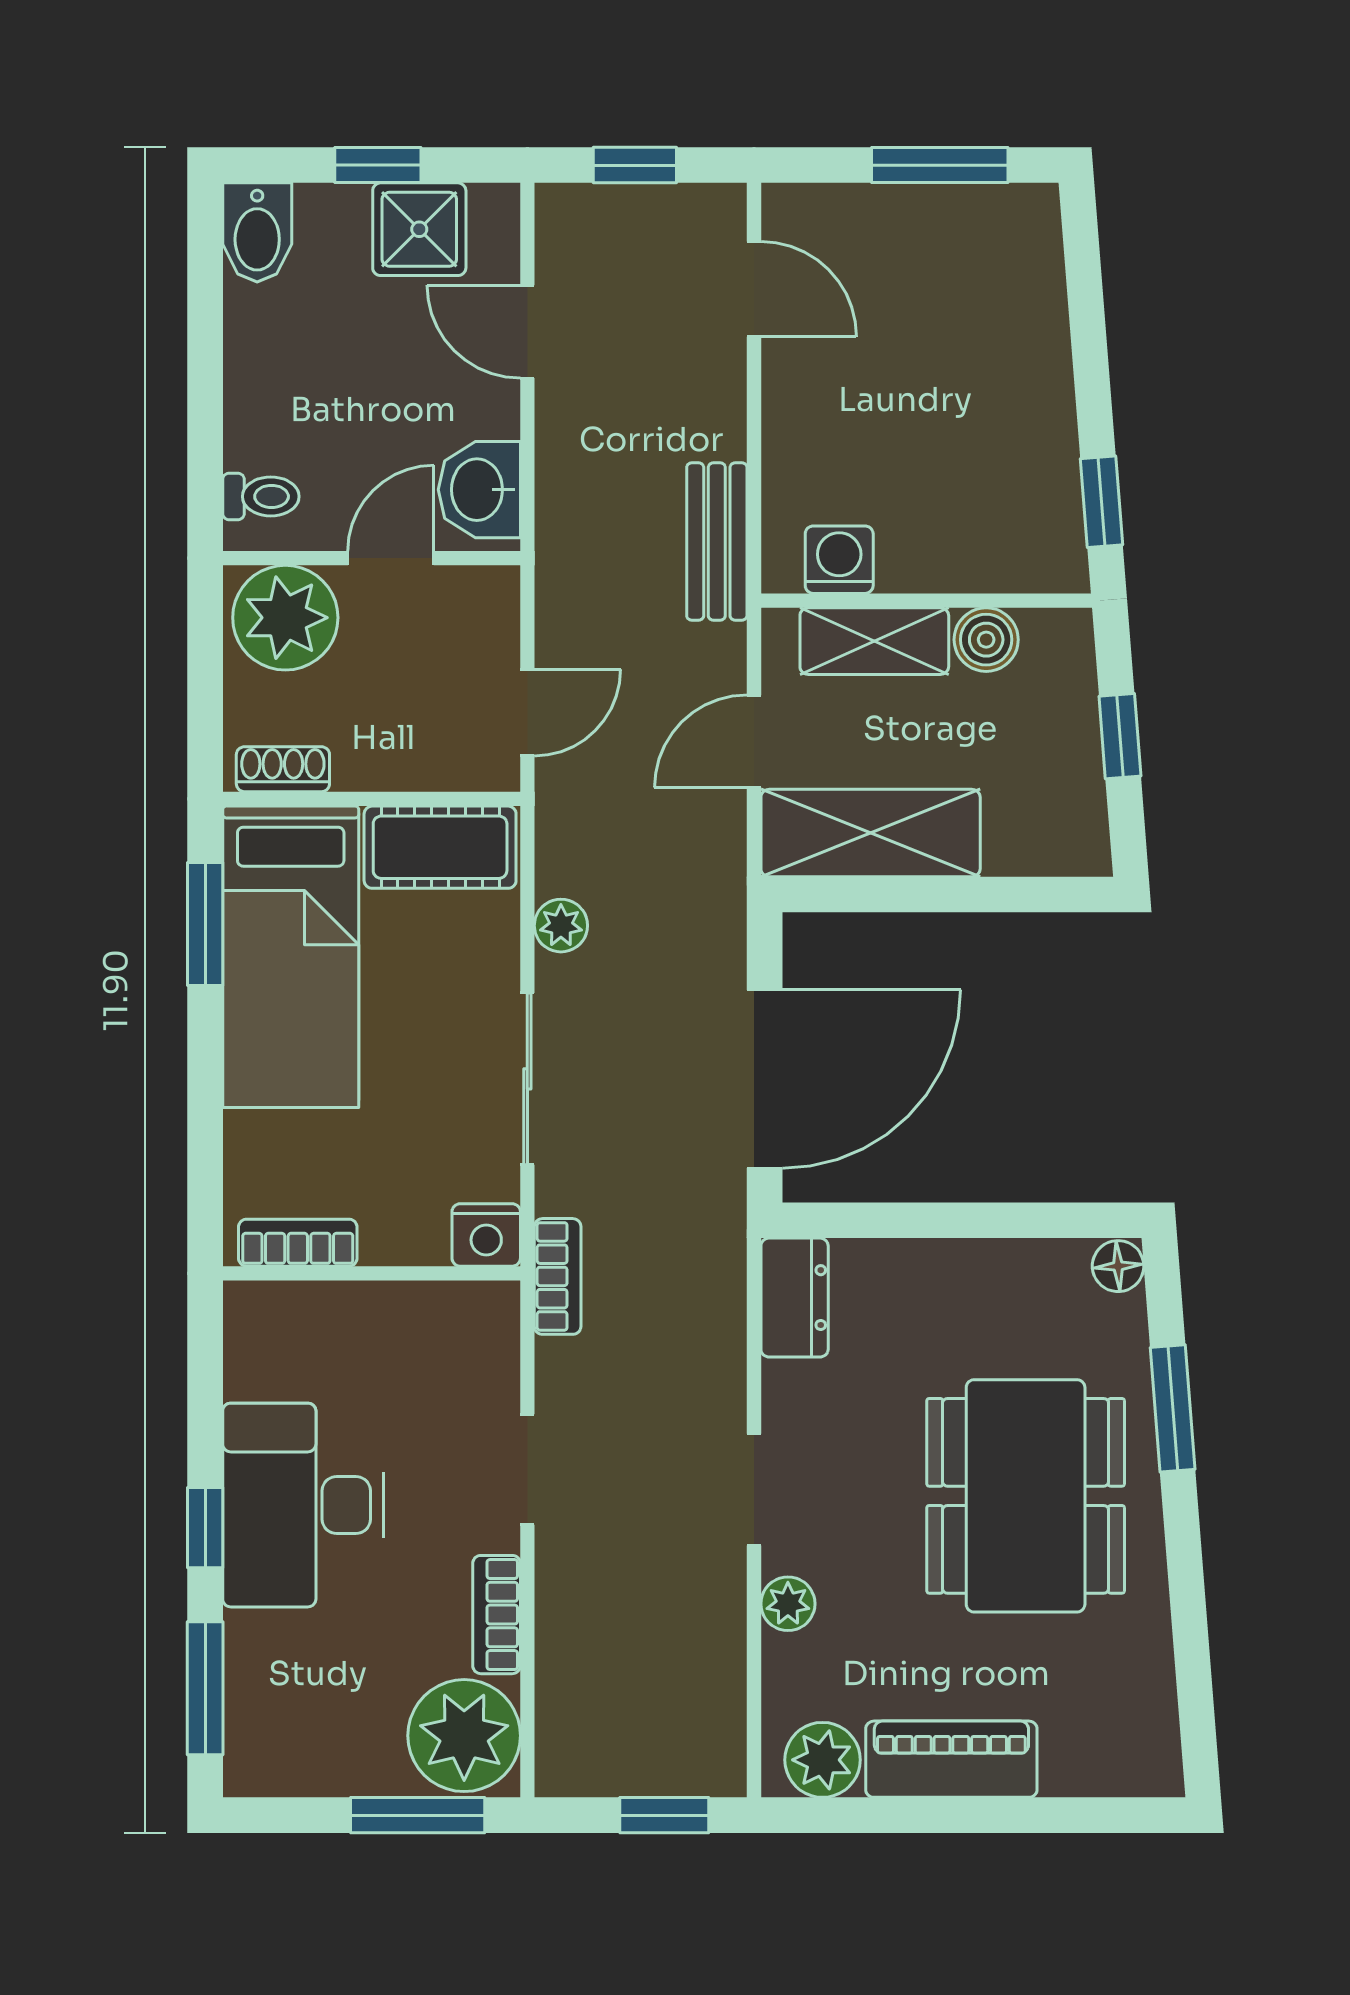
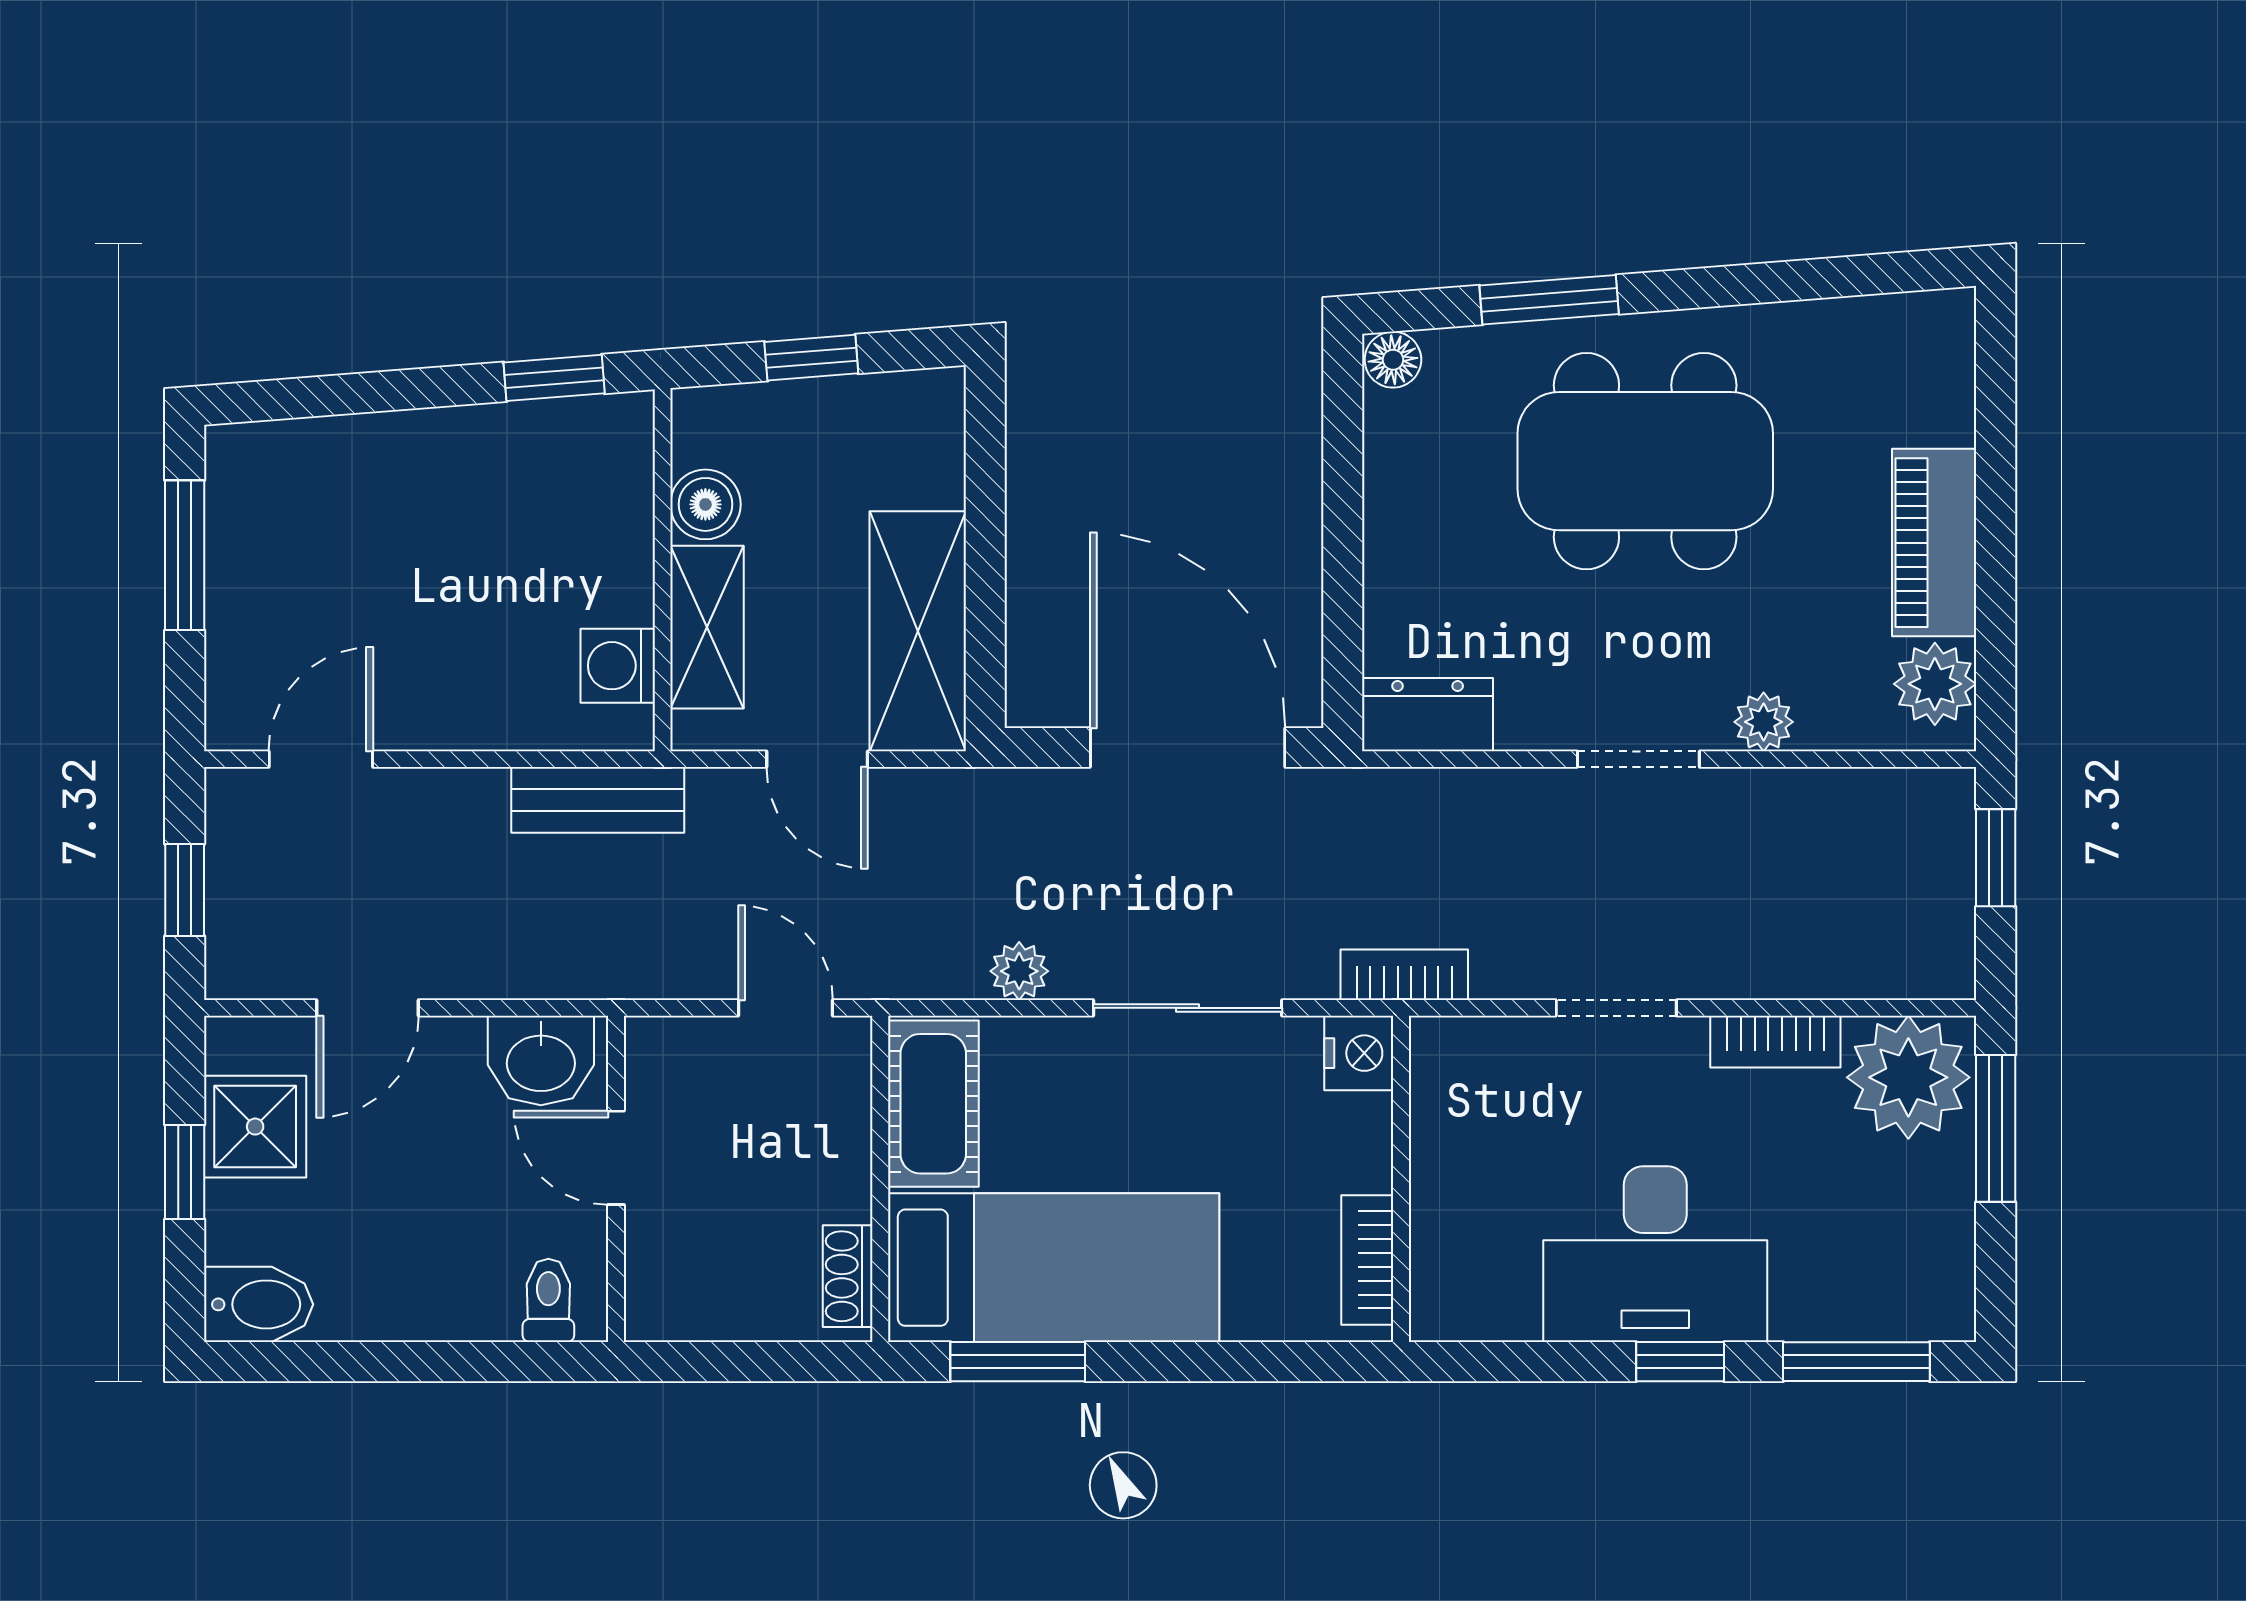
plant: (285, 618) -> (681, 1274), removed

